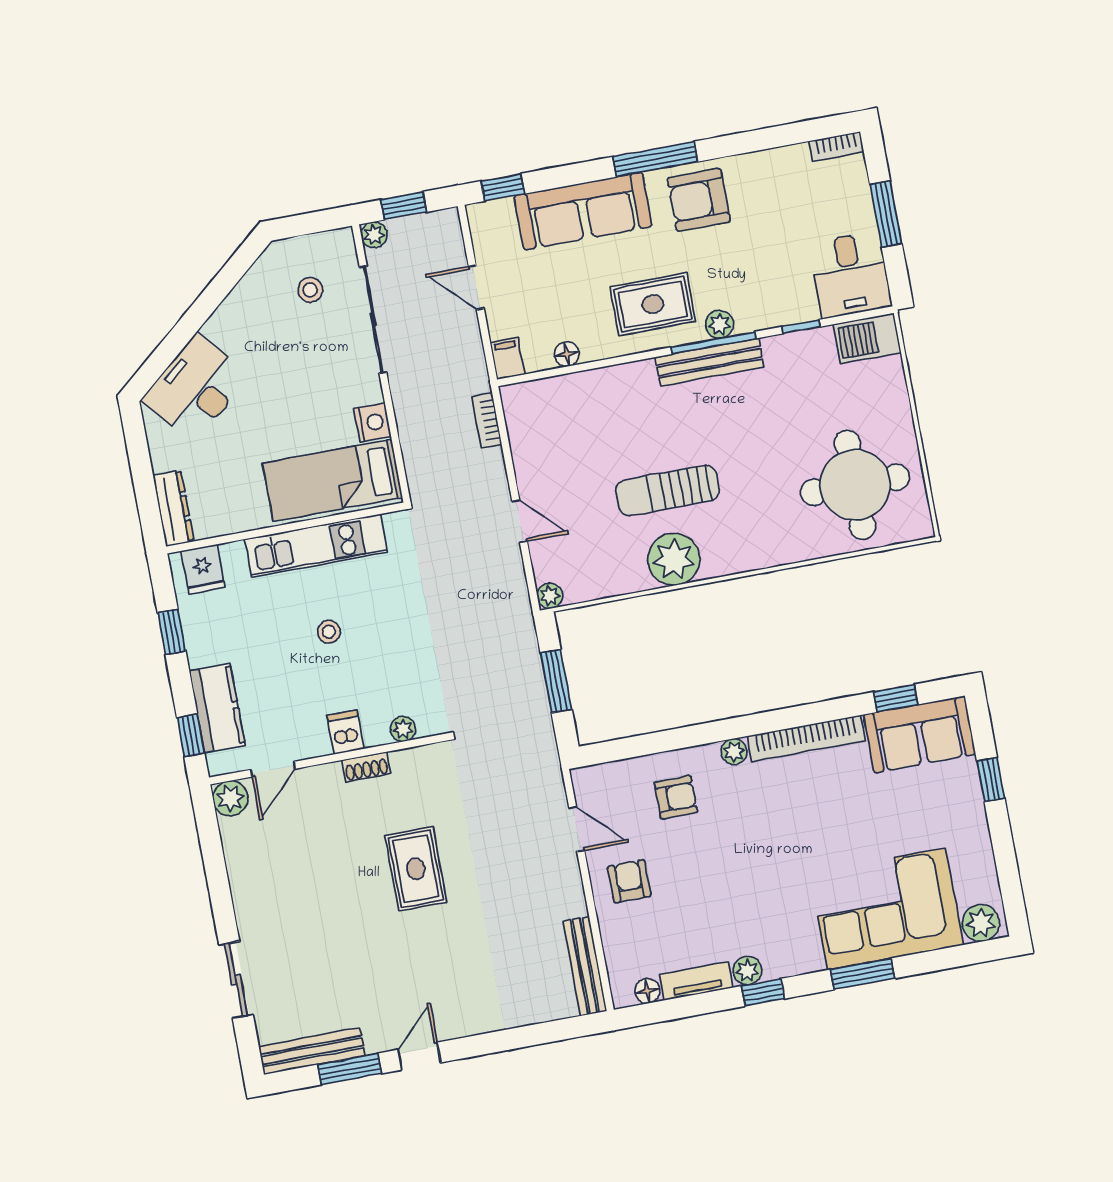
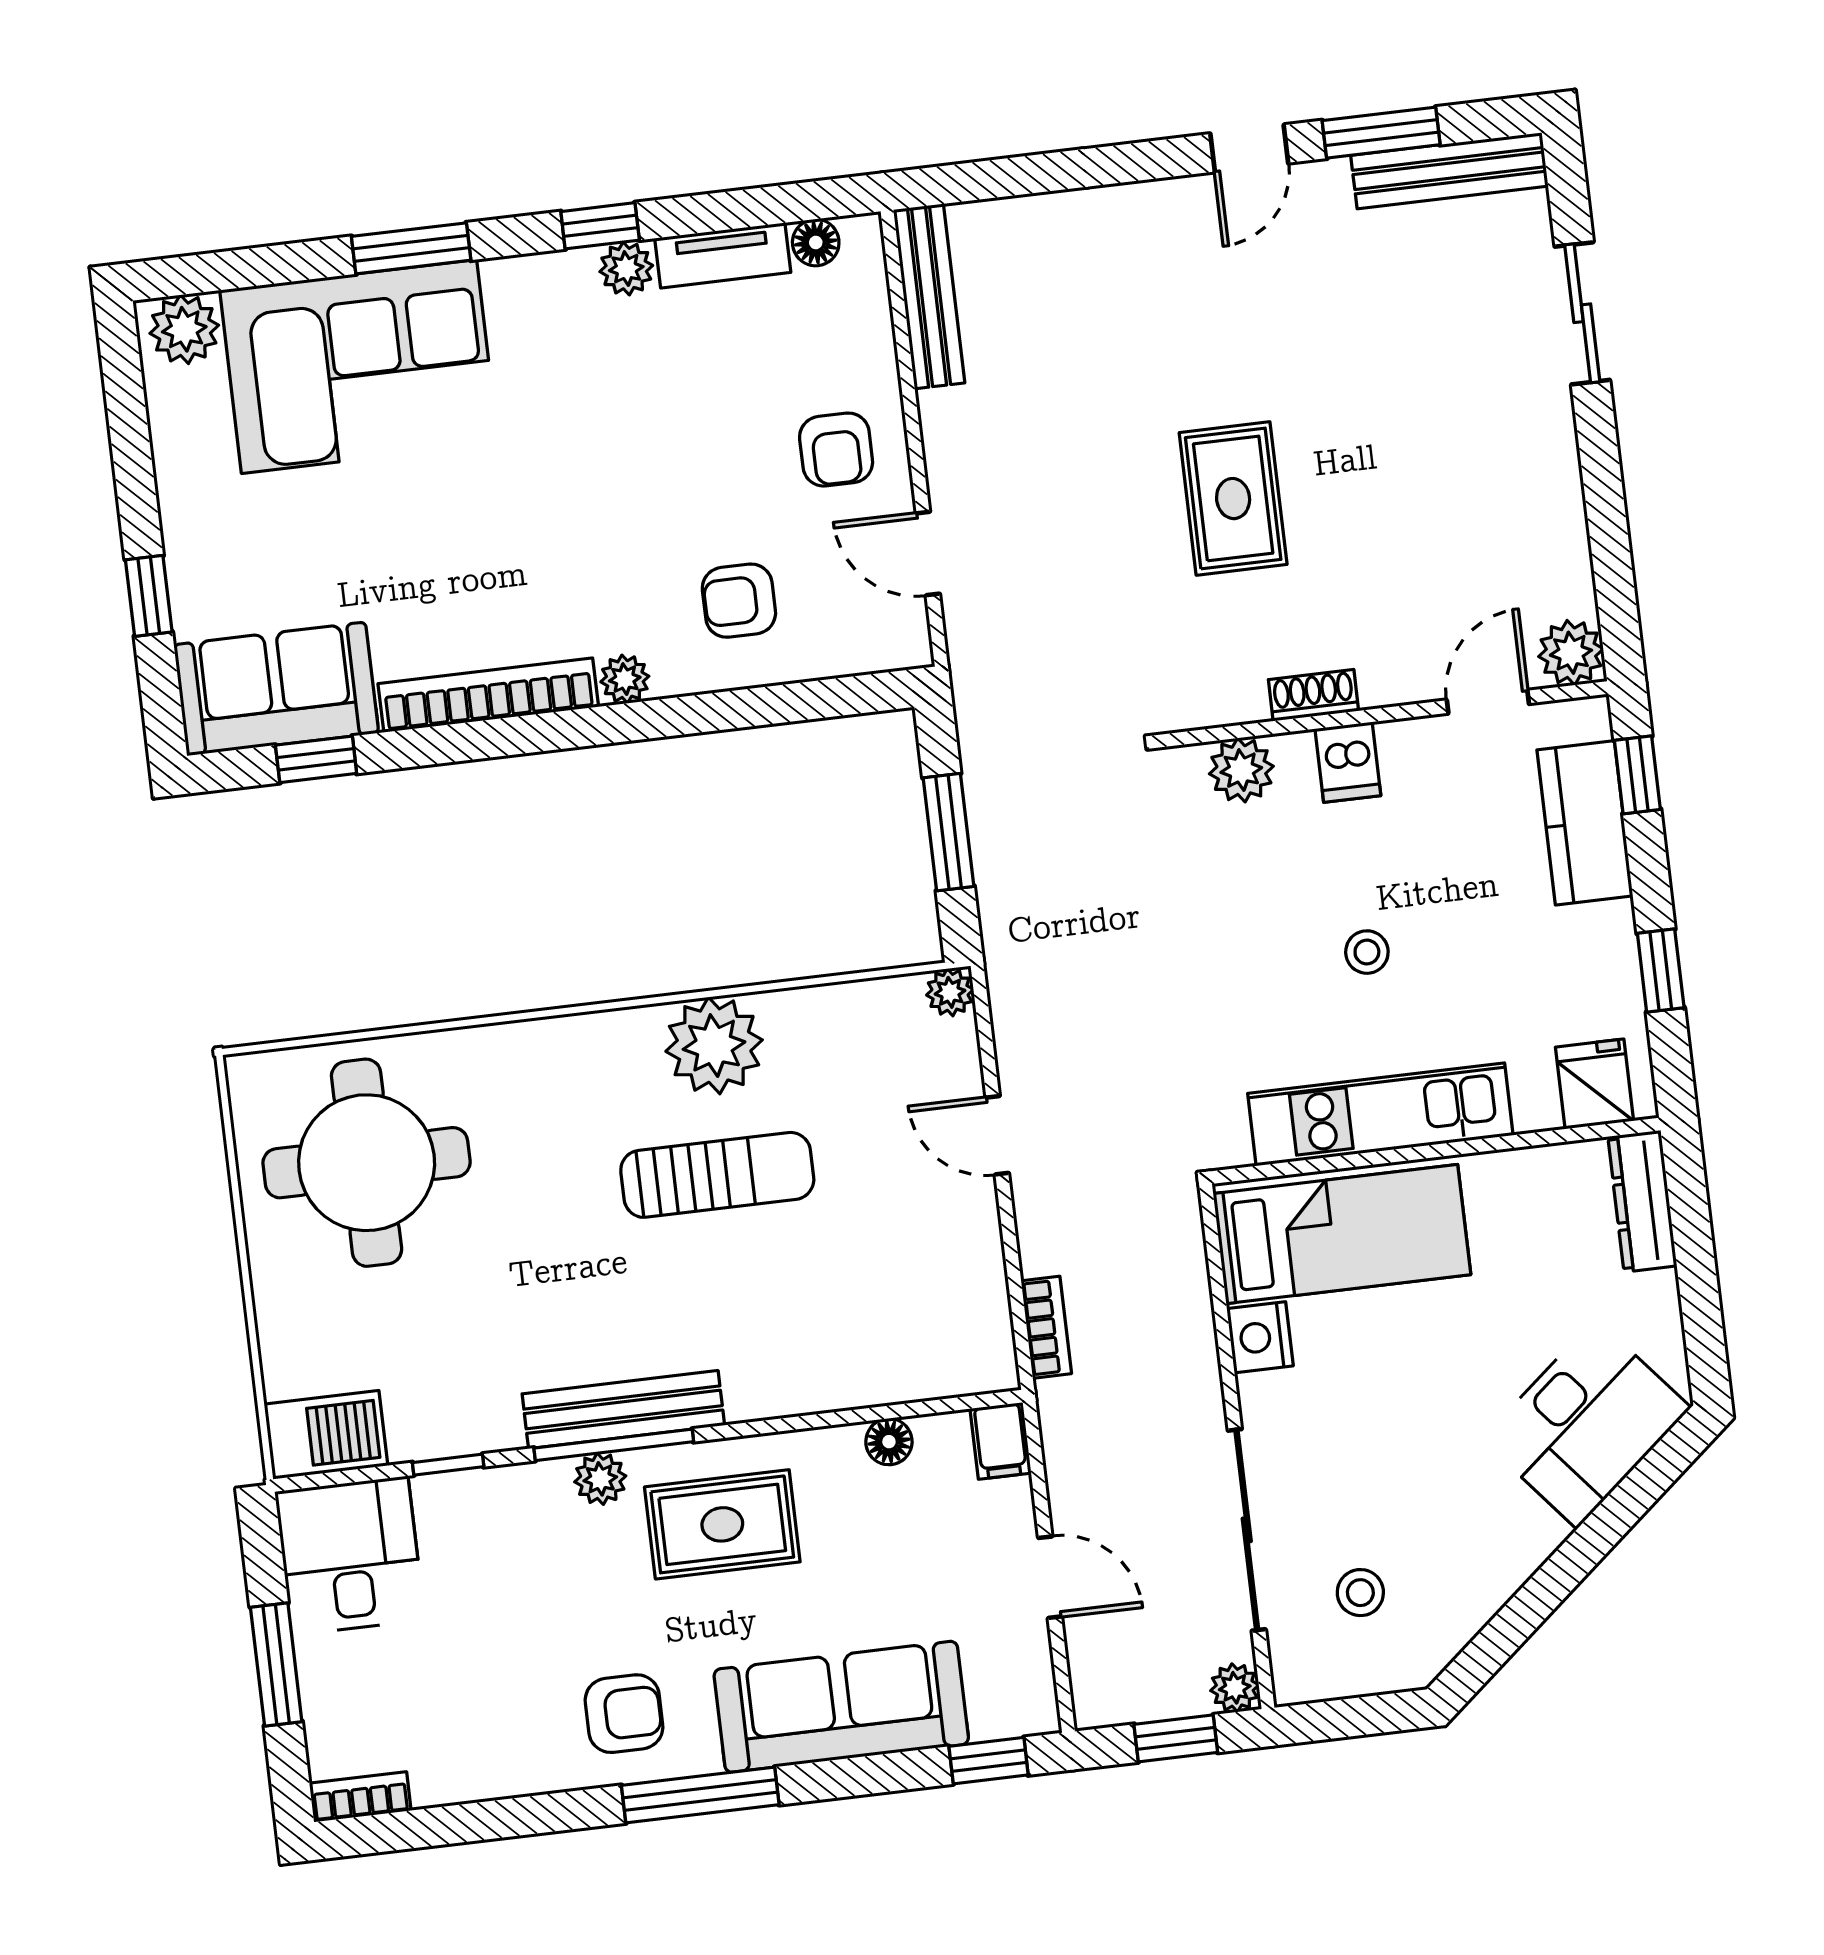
armchair: (699, 200) -> (624, 1714), width x0.72, depth x0.72
plant: (403, 729) -> (1241, 770), width x1.38, depth x1.38

